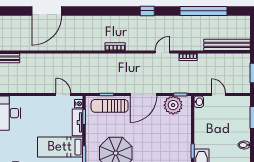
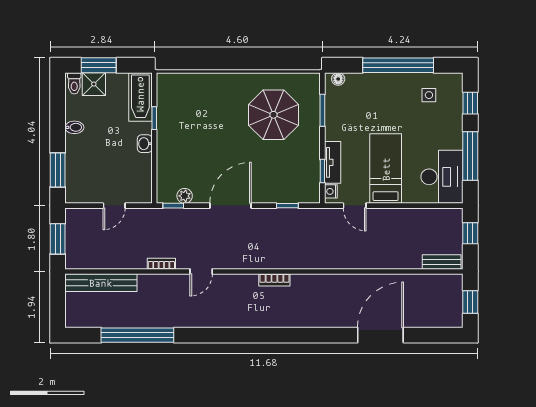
window: (147, 11) -> (225, 335), removed
door: (219, 95) -> (114, 206), hinge flipped
washbasin: (199, 102) -> (145, 144), moved
plant: (173, 105) -> (185, 196), width x0.53, depth x0.53
sun lounger: (110, 106) -> (283, 188), removed
bed: (60, 147) -> (386, 169), moved, turned -90

